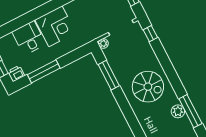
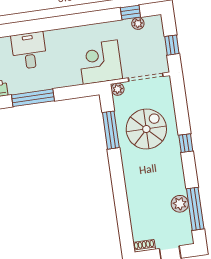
corner desk: (55, 26) -> (100, 62), moved, turned 180
window: (150, 34) -> (186, 143), moved
spiral stairs: (148, 87) -> (146, 129), moved, turned -90

